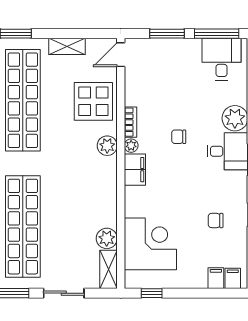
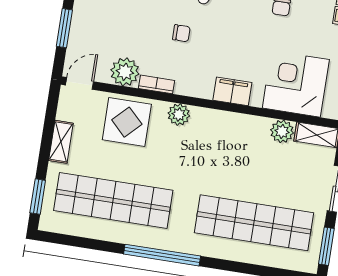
door: (121, 55) -> (79, 83), swing flipped
chair: (179, 137) -> (181, 33), turned -90
plant: (131, 146) -> (125, 72), moved, width x1.88, depth x1.88
filing cabinet: (135, 170) -> (232, 91), moved

